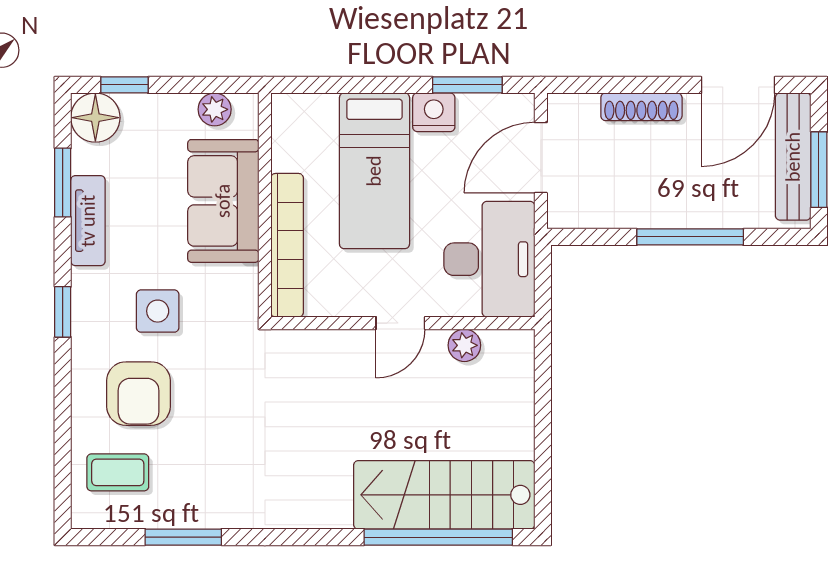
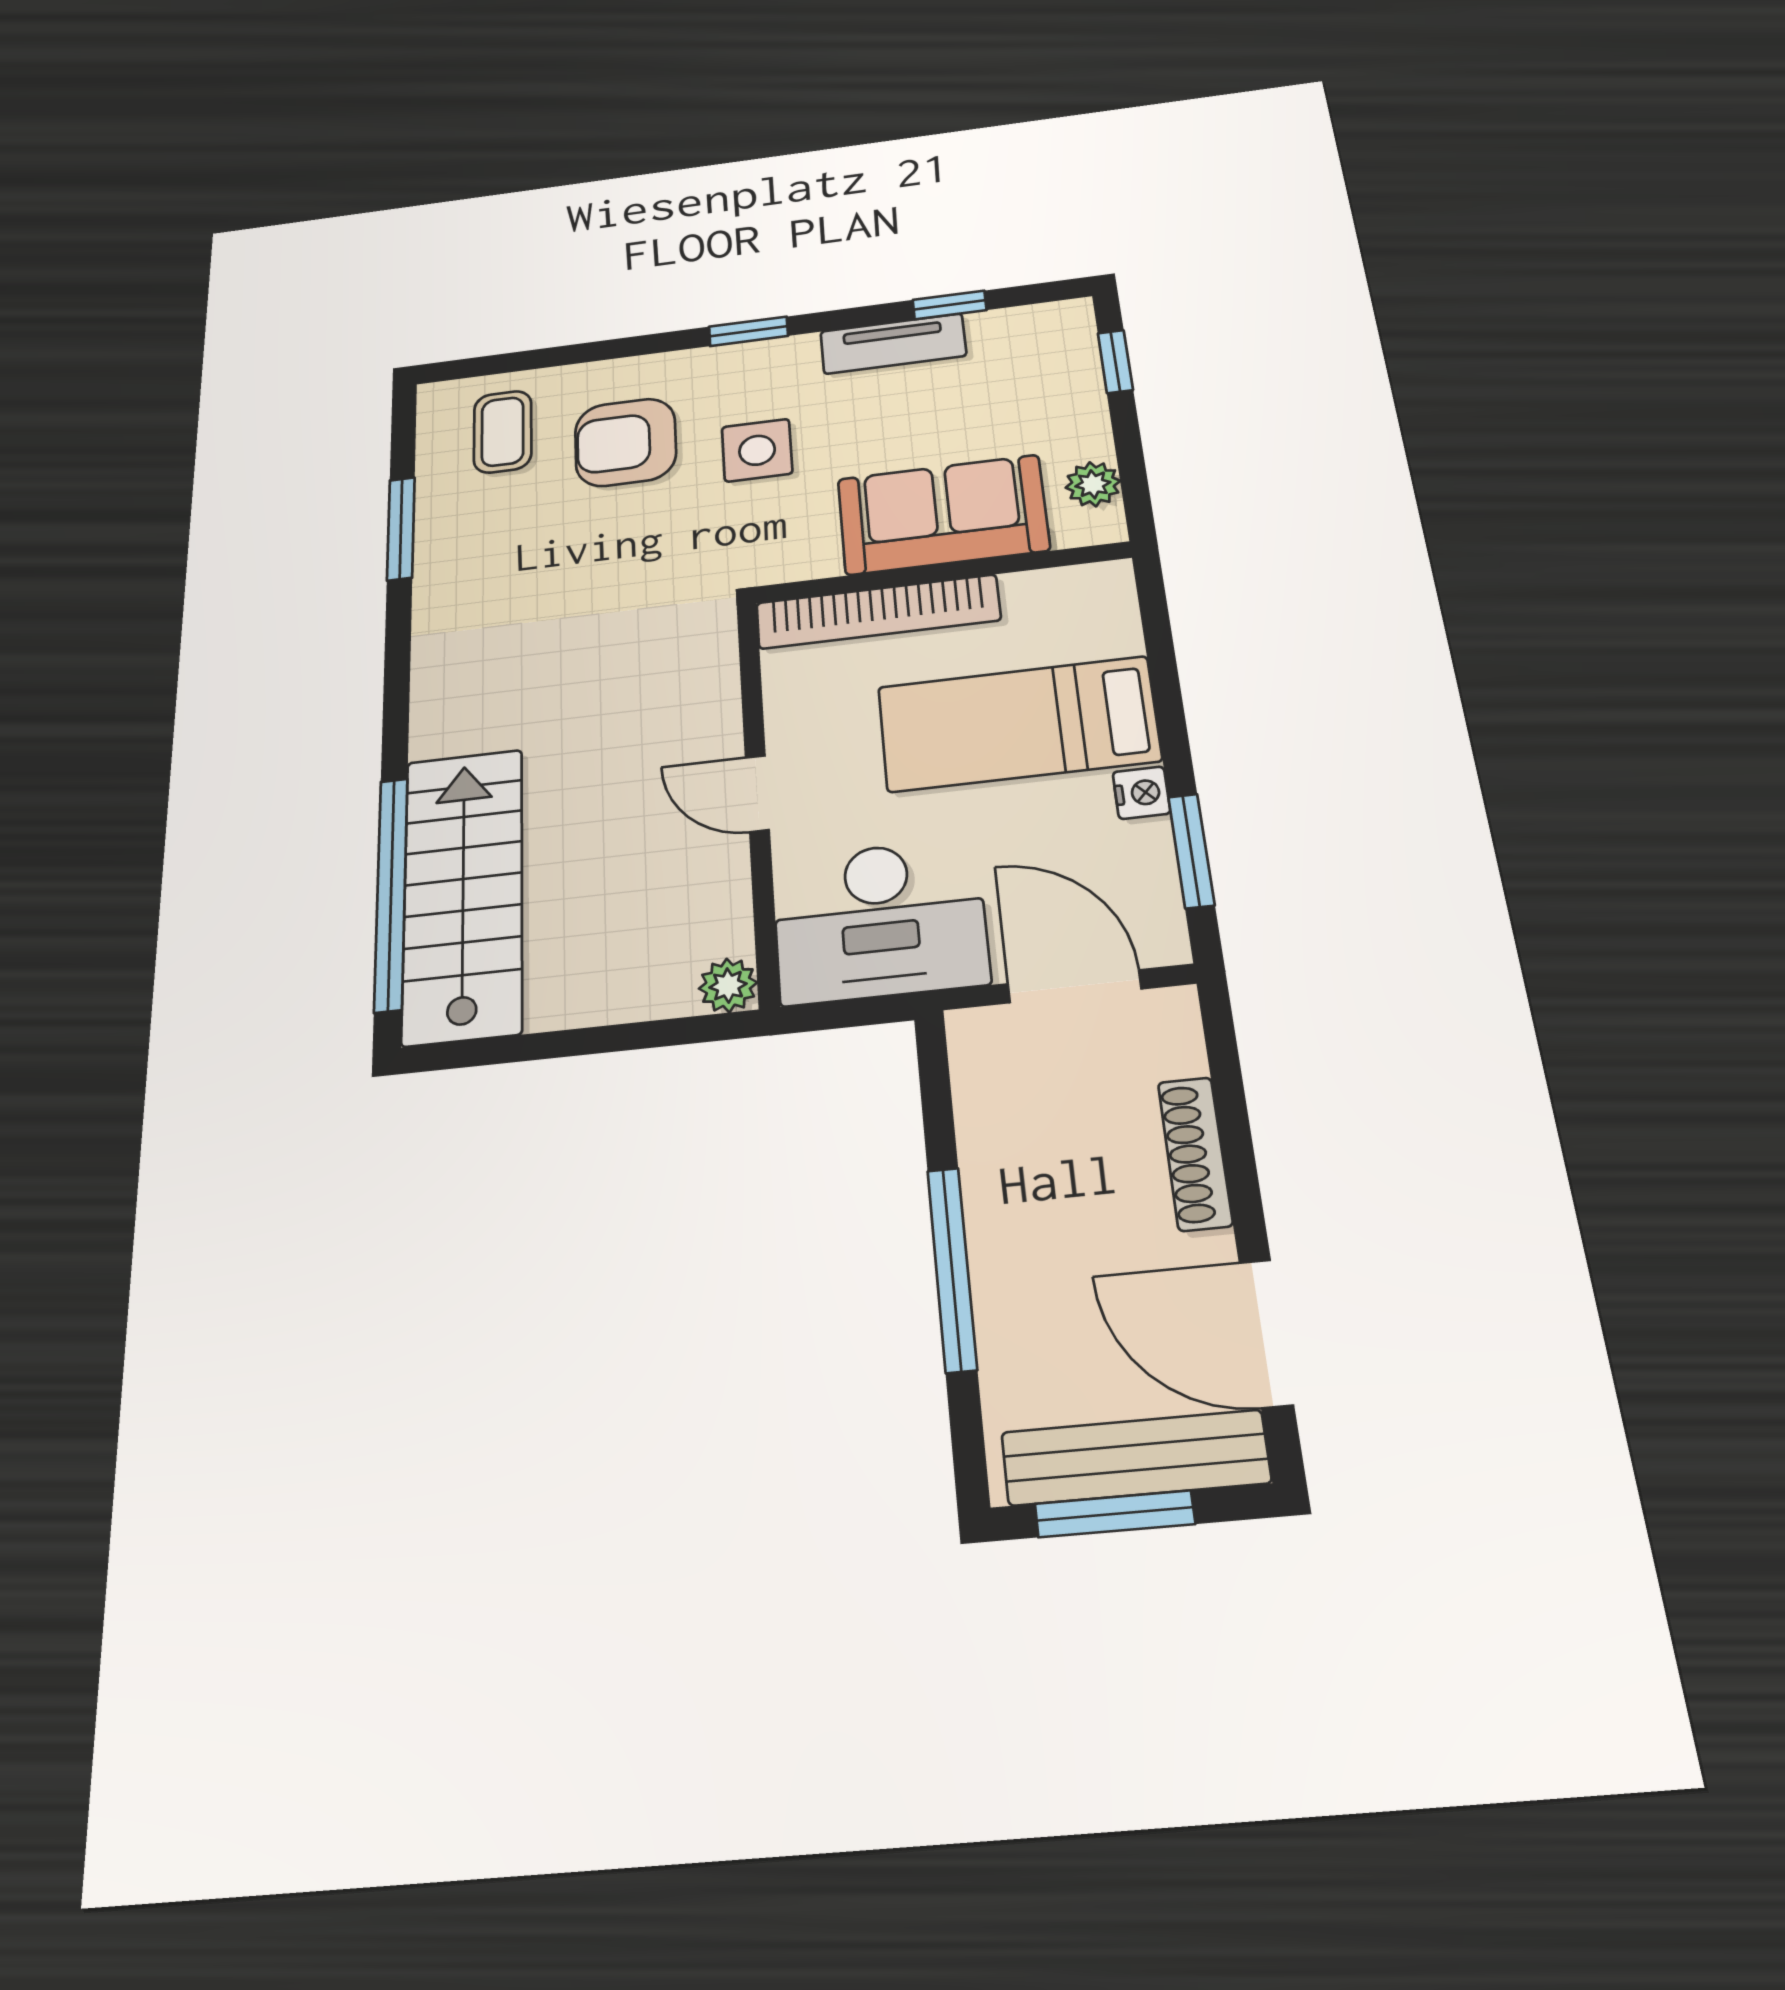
nightstand: (434, 112) -> (1141, 793), width x0.72, depth x0.74
floor lamp: (95, 118) -> (1057, 332), removed
window: (63, 183) -> (950, 305), width x0.67
plant: (464, 345) -> (728, 986), moved

